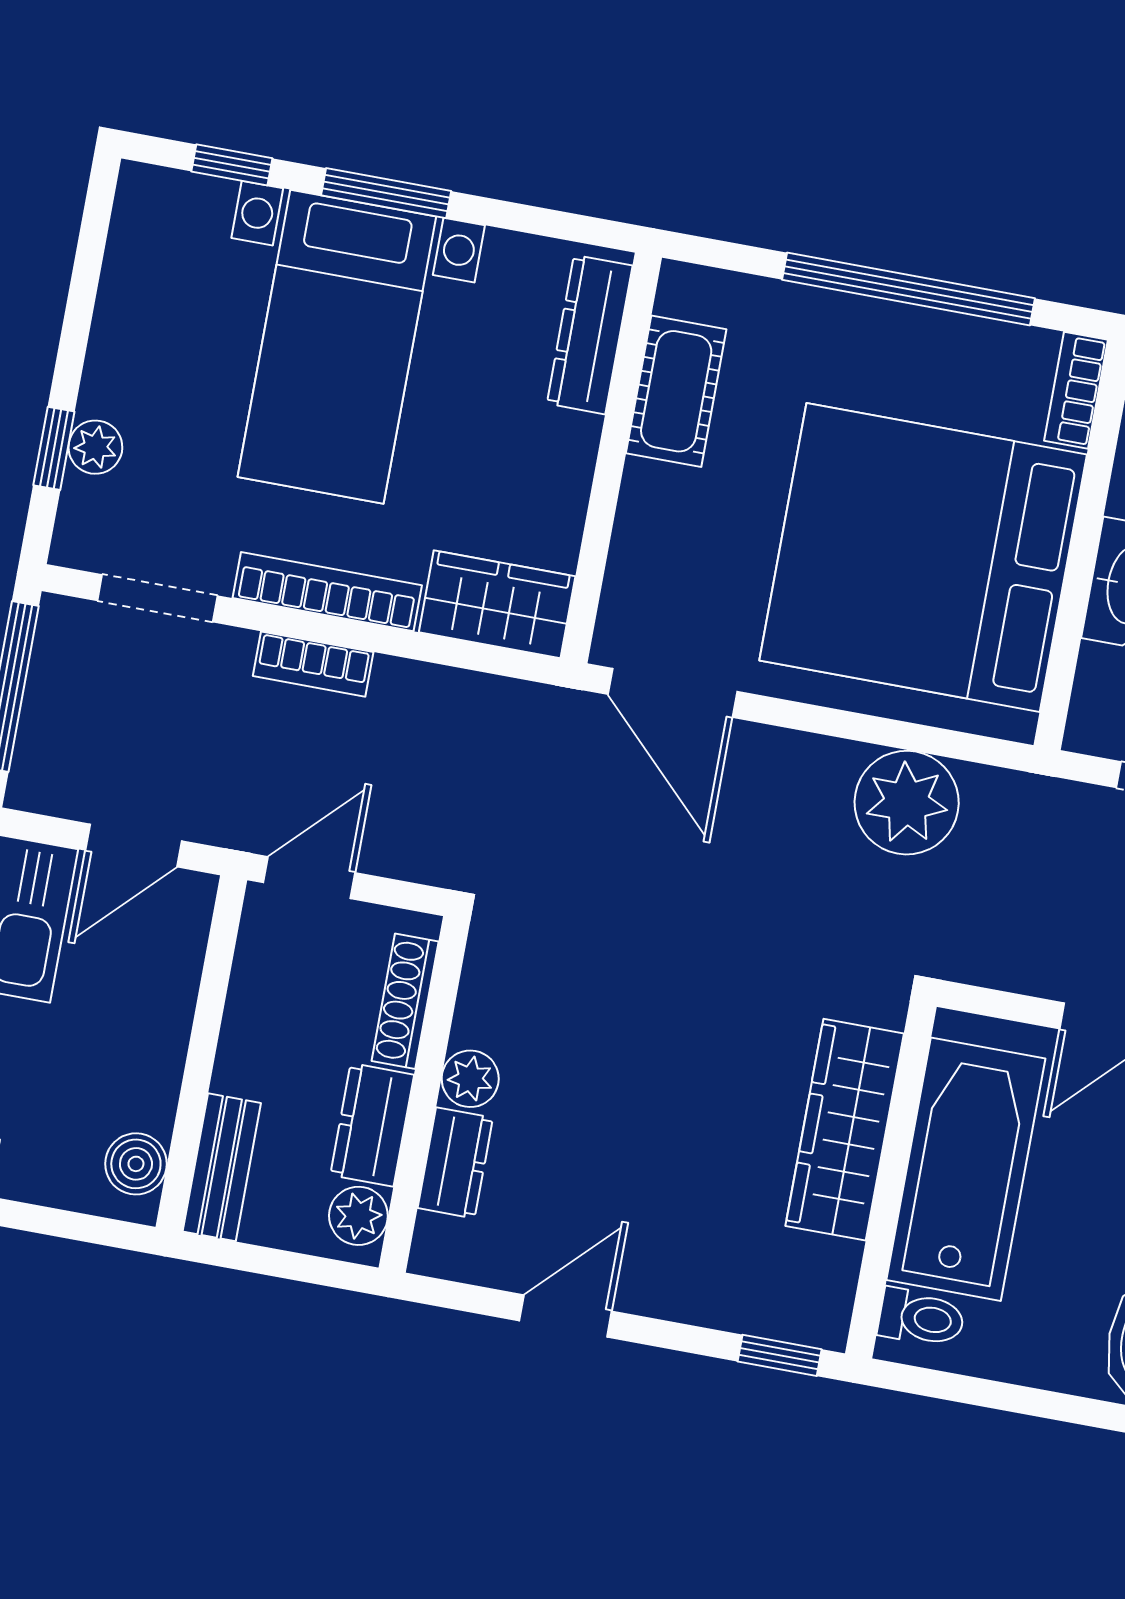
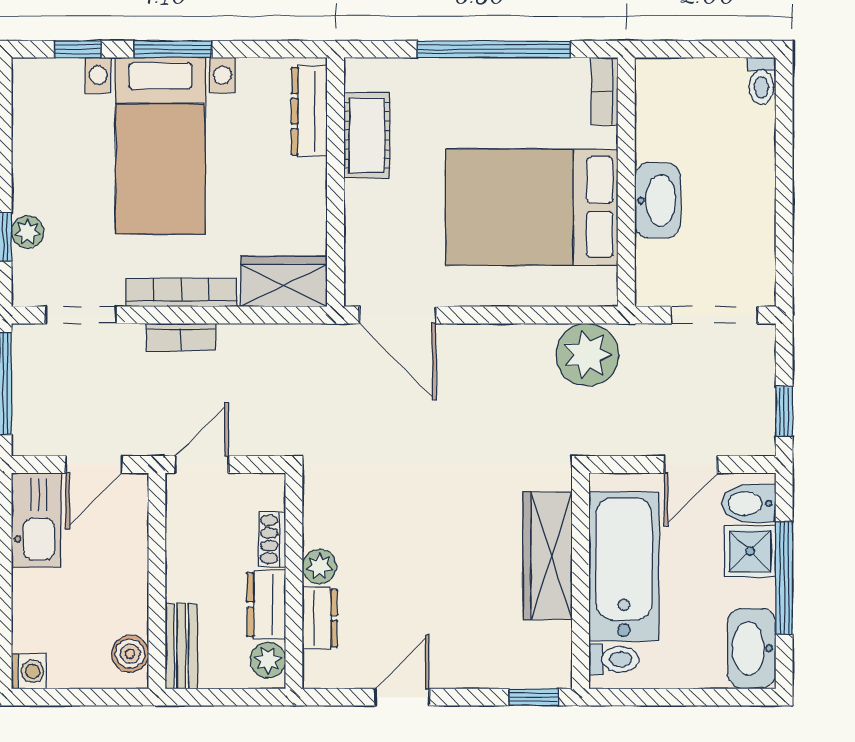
bed: (923, 557) -> (532, 207), width x0.73
plant: (907, 803) -> (587, 355), moved
shoe rack: (405, 1001) -> (272, 539), width x0.70

